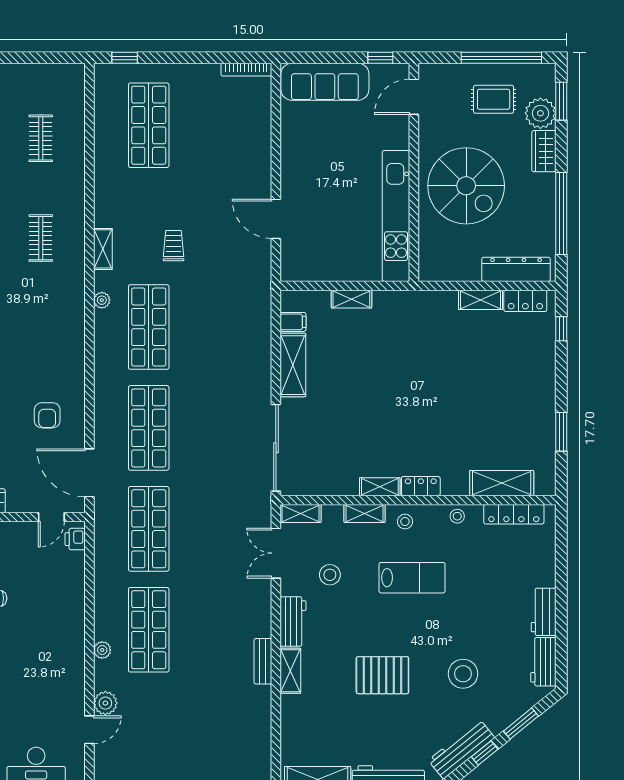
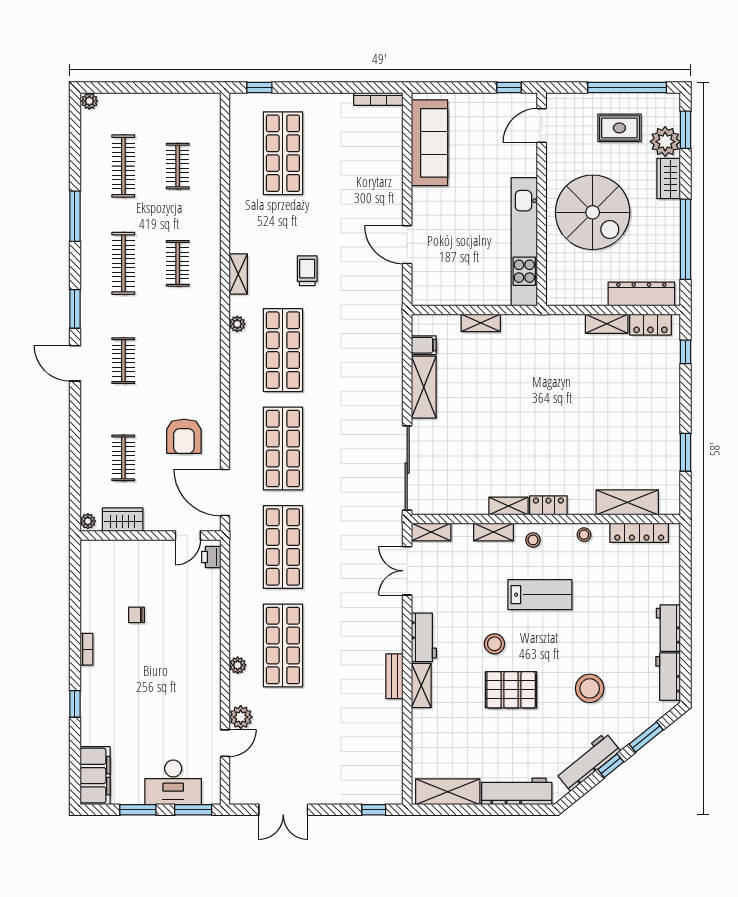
sofa: (325, 82) -> (429, 143), moved, turned -90
armchair: (47, 415) -> (184, 436), width x1.38, depth x1.38
stool: (330, 575) -> (494, 644), moved

